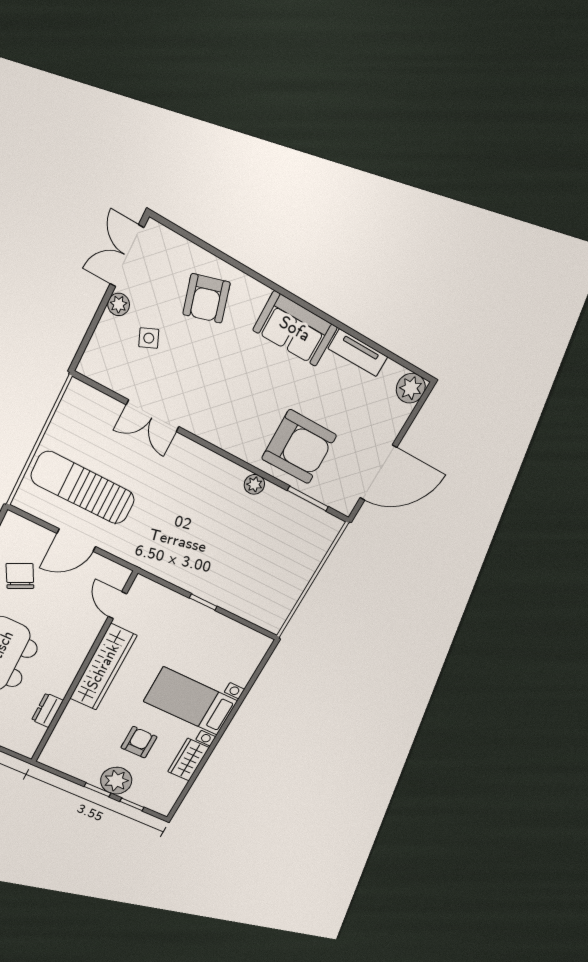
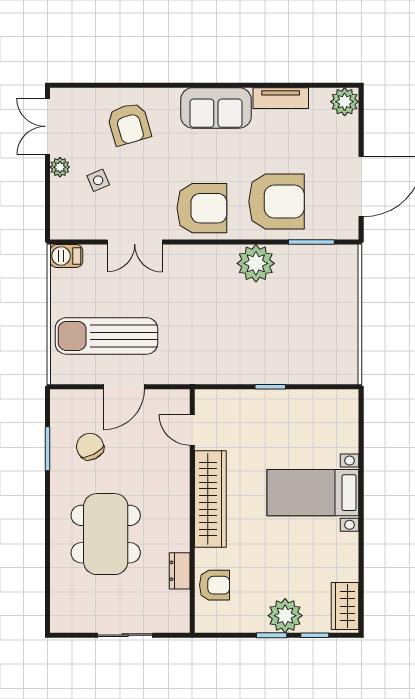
barbecue: (82, 395) -> (66, 256), added
armchair: (230, 417) -> (202, 208), added
plant: (254, 484) -> (256, 263), width x1.87, depth x1.87
armchair: (139, 742) -> (214, 585), moved, turned 90
wardrobe: (188, 760) -> (345, 606), moved

